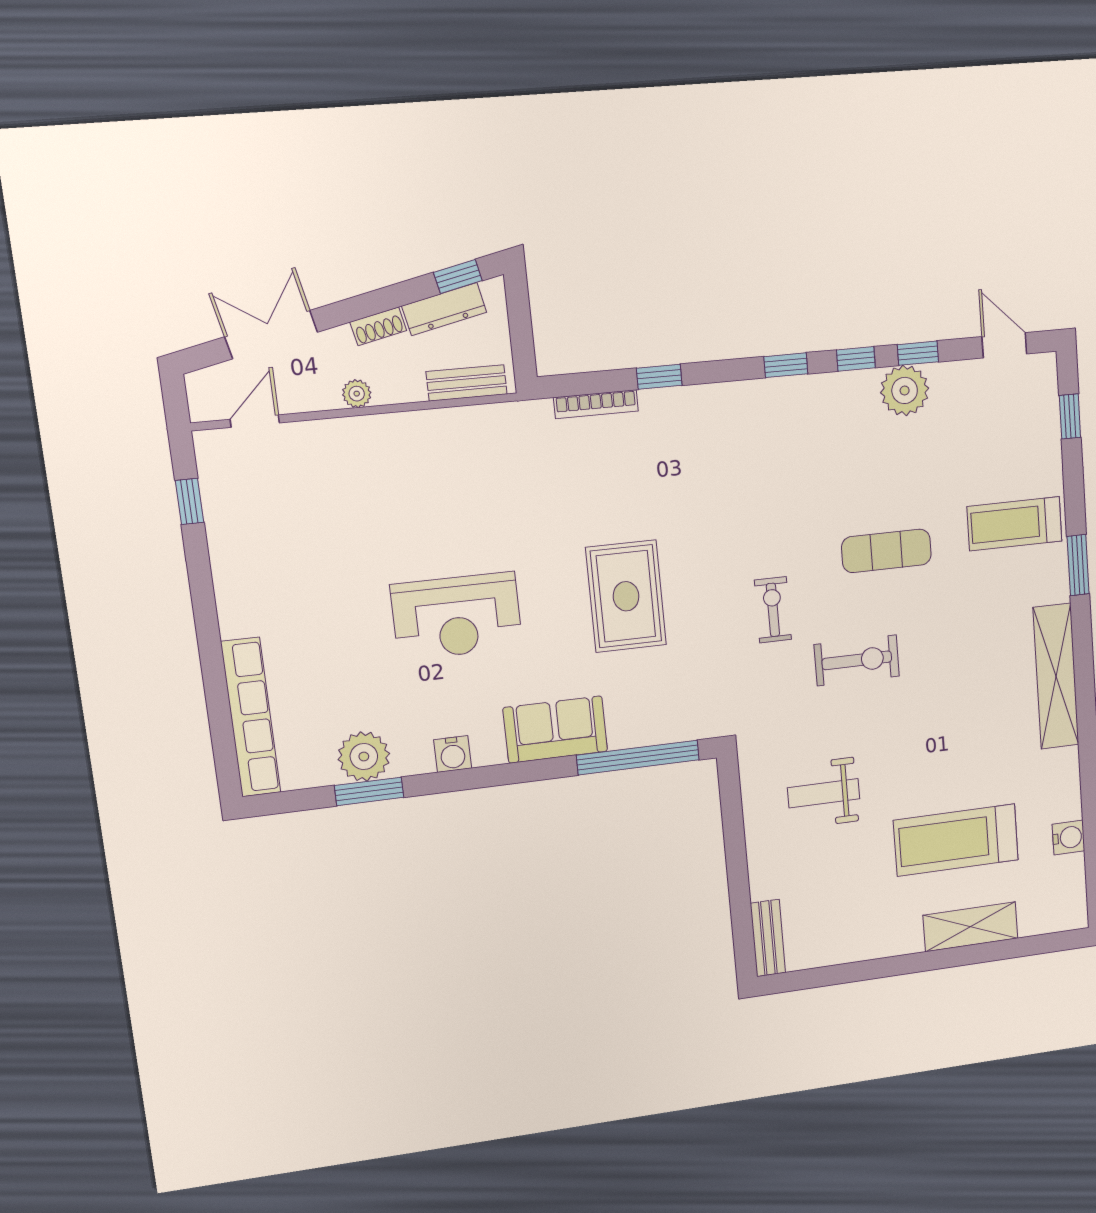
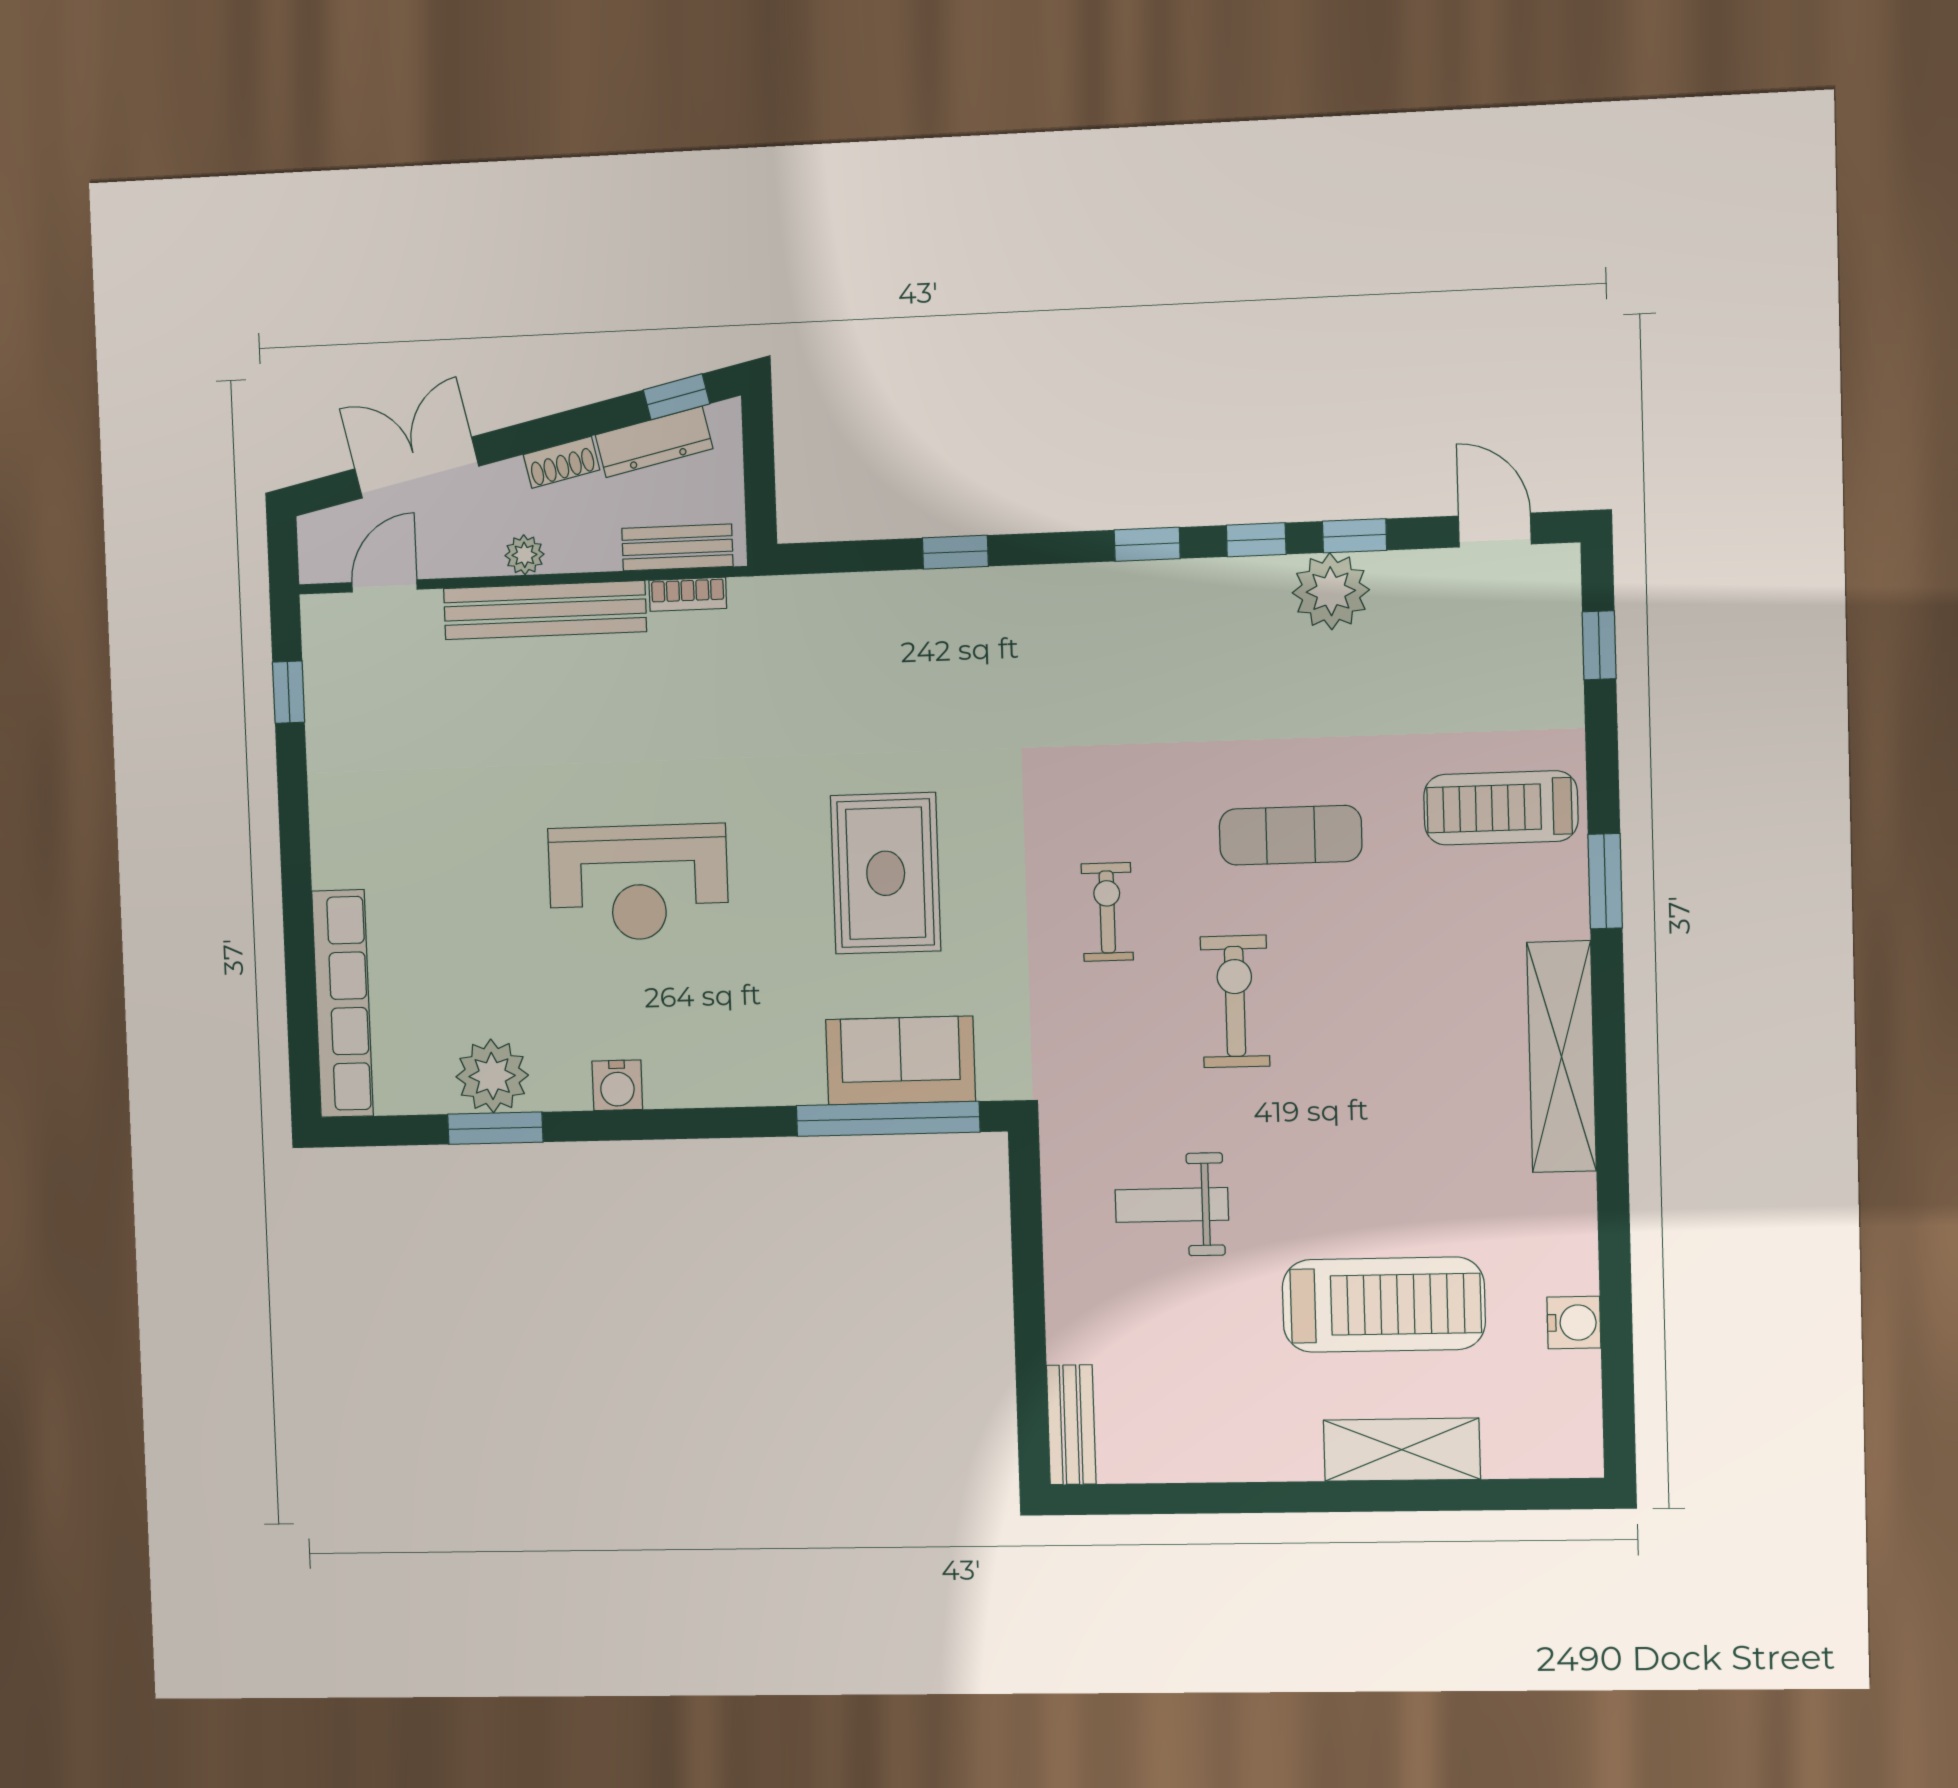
bookcase: (596, 404) -> (688, 594), moved, width x0.64
bench: (375, 432) -> (545, 610), added
exercise bike: (857, 660) -> (1235, 1001), turned -90
sofa: (555, 730) -> (901, 1060), moved
treadmill: (956, 840) -> (1384, 1305), turned 180

